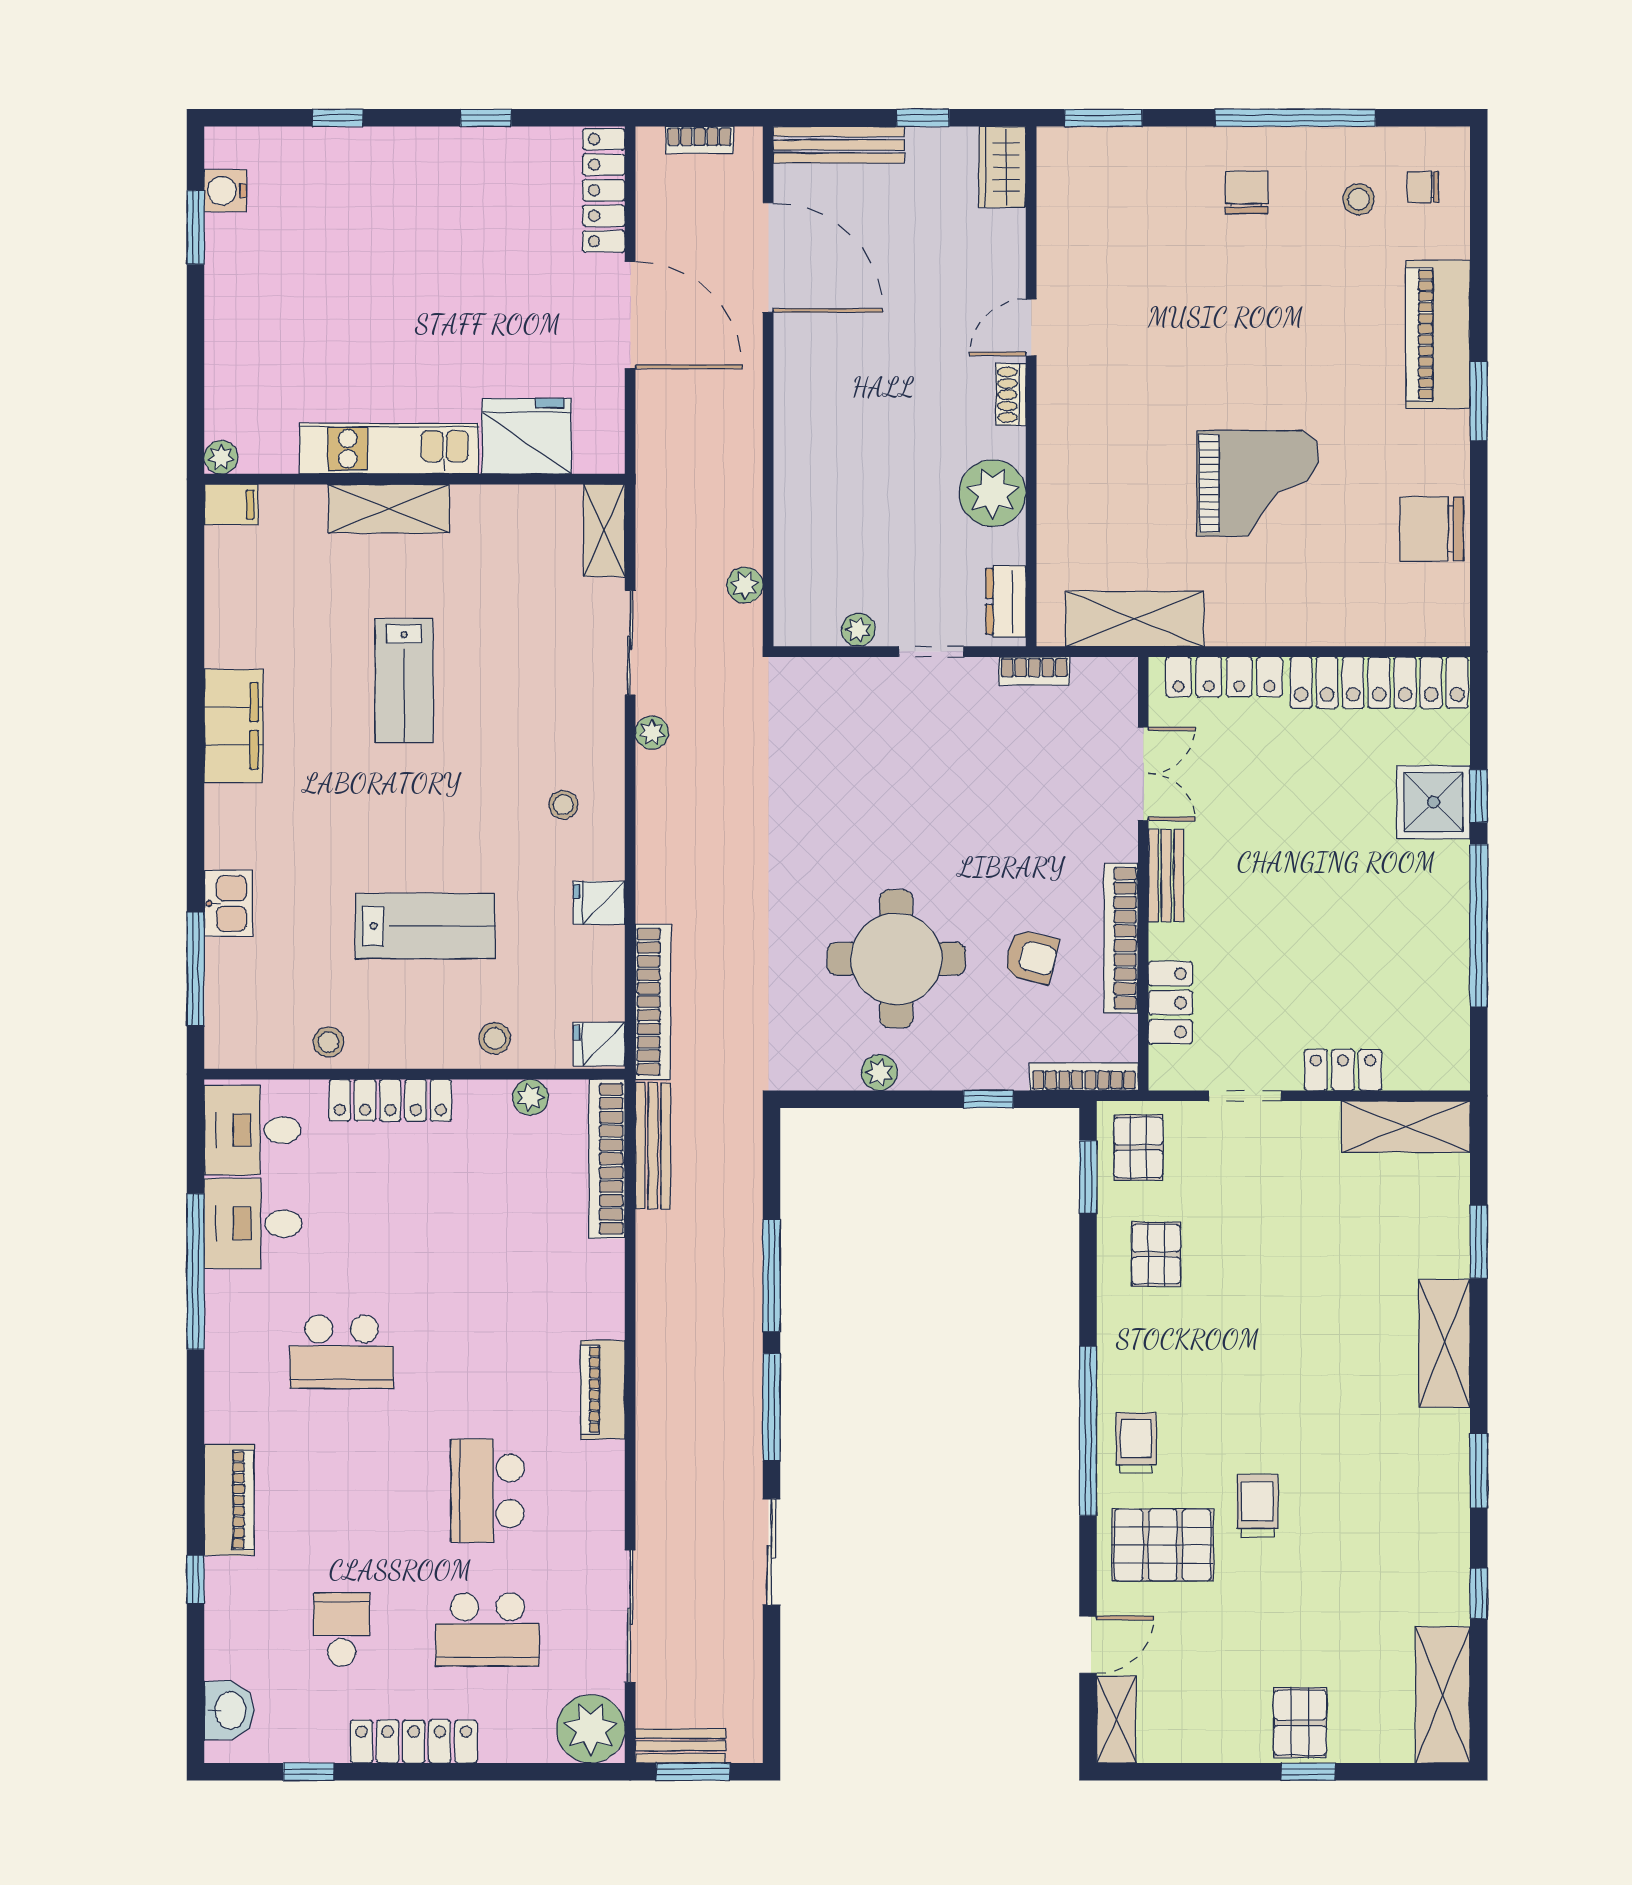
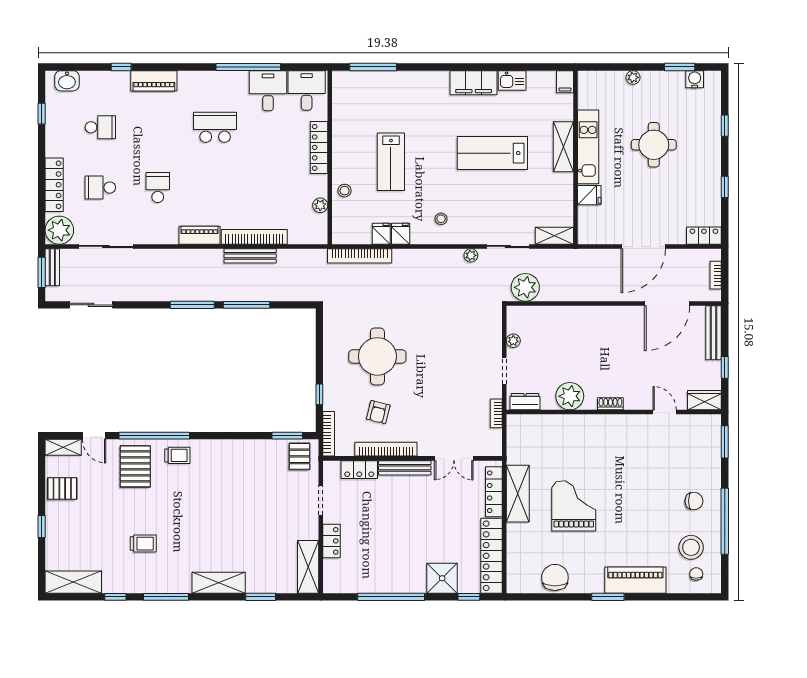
locker: (604, 190) -> (704, 236), width x0.66
stool: (1359, 199) -> (691, 547), width x1.89, depth x1.89
round table: (384, 290) -> (654, 145), added
door: (1031, 327) -> (665, 412), moved
fridge: (527, 436) -> (589, 195), width x0.53, depth x0.75
plant: (221, 457) -> (633, 77), moved
grand piano: (1258, 483) -> (574, 506), turned 180
plant: (745, 585) -> (525, 287), width x1.87, depth x1.87
shelving: (1135, 619) -> (518, 494), moved
lab bench: (404, 681) -> (492, 153), width x1.36, depth x1.39
window: (1479, 796) -> (469, 597), moved
bench: (1166, 876) -> (405, 468), width x1.36
kitchen sink: (228, 903) -> (512, 80), moved
stool: (328, 1042) -> (343, 122), removed
fridge: (599, 1044) -> (381, 234), moved
plant: (879, 1073) -> (330, 349), removed
bench: (653, 1146) -> (250, 256), moved
pallet: (1138, 1148) -> (299, 456), turned 90
bookcase: (607, 1159) -> (254, 237), moved
pallet: (1156, 1254) -> (255, 464), removed
school desk: (342, 1352) -> (215, 127), turned 90
window: (1088, 1431) -> (154, 436), moved
window: (1479, 1471) -> (166, 597), width x1.44
school desk: (487, 1491) -> (158, 188), width x0.54
trolley: (1257, 1506) -> (143, 544), moved
sliding door: (772, 1552) -> (91, 305), moved
school desk: (487, 1630) -> (100, 188), width x0.54
pallet: (1300, 1723) -> (62, 489), moved
locker: (414, 1742) -> (54, 185), moved

